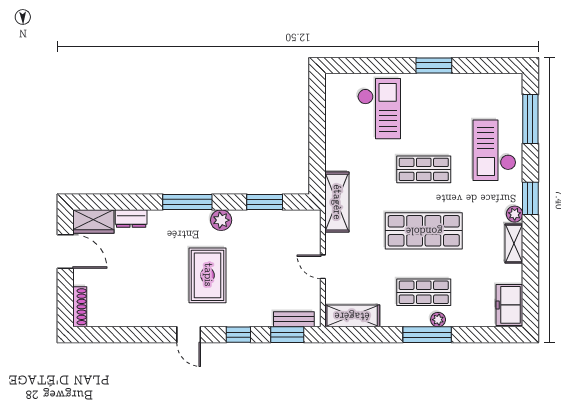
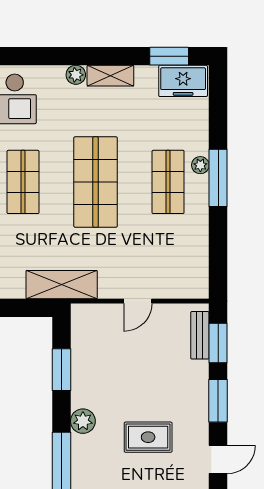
window: (530, 198) -> (169, 56), moved
rug: (208, 275) -> (148, 437), width x0.73, depth x0.70
shelving: (352, 316) -> (196, 266), removed
window: (238, 335) -> (218, 401), width x1.50

